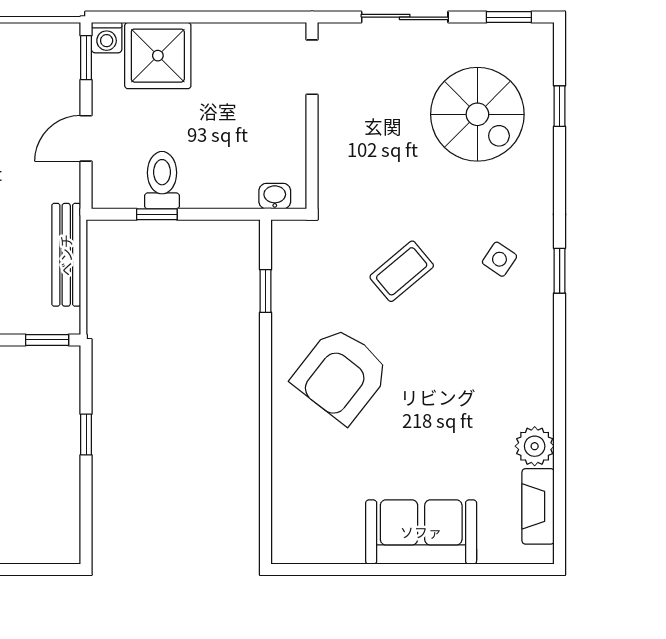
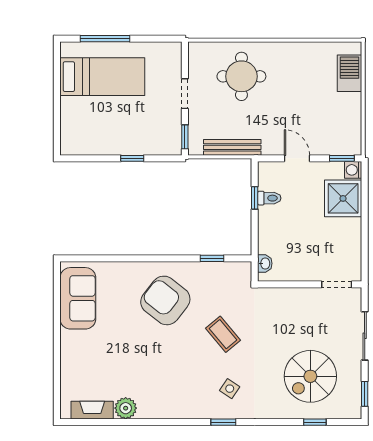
toilet: (162, 180) -> (269, 198), width x0.73, depth x0.72
sofa: (421, 532) -> (78, 298), moved

